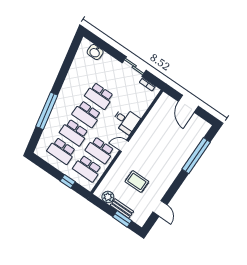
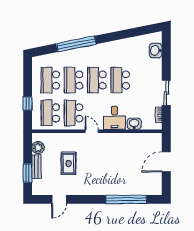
washbasin: (141, 108) -> (134, 124), added

